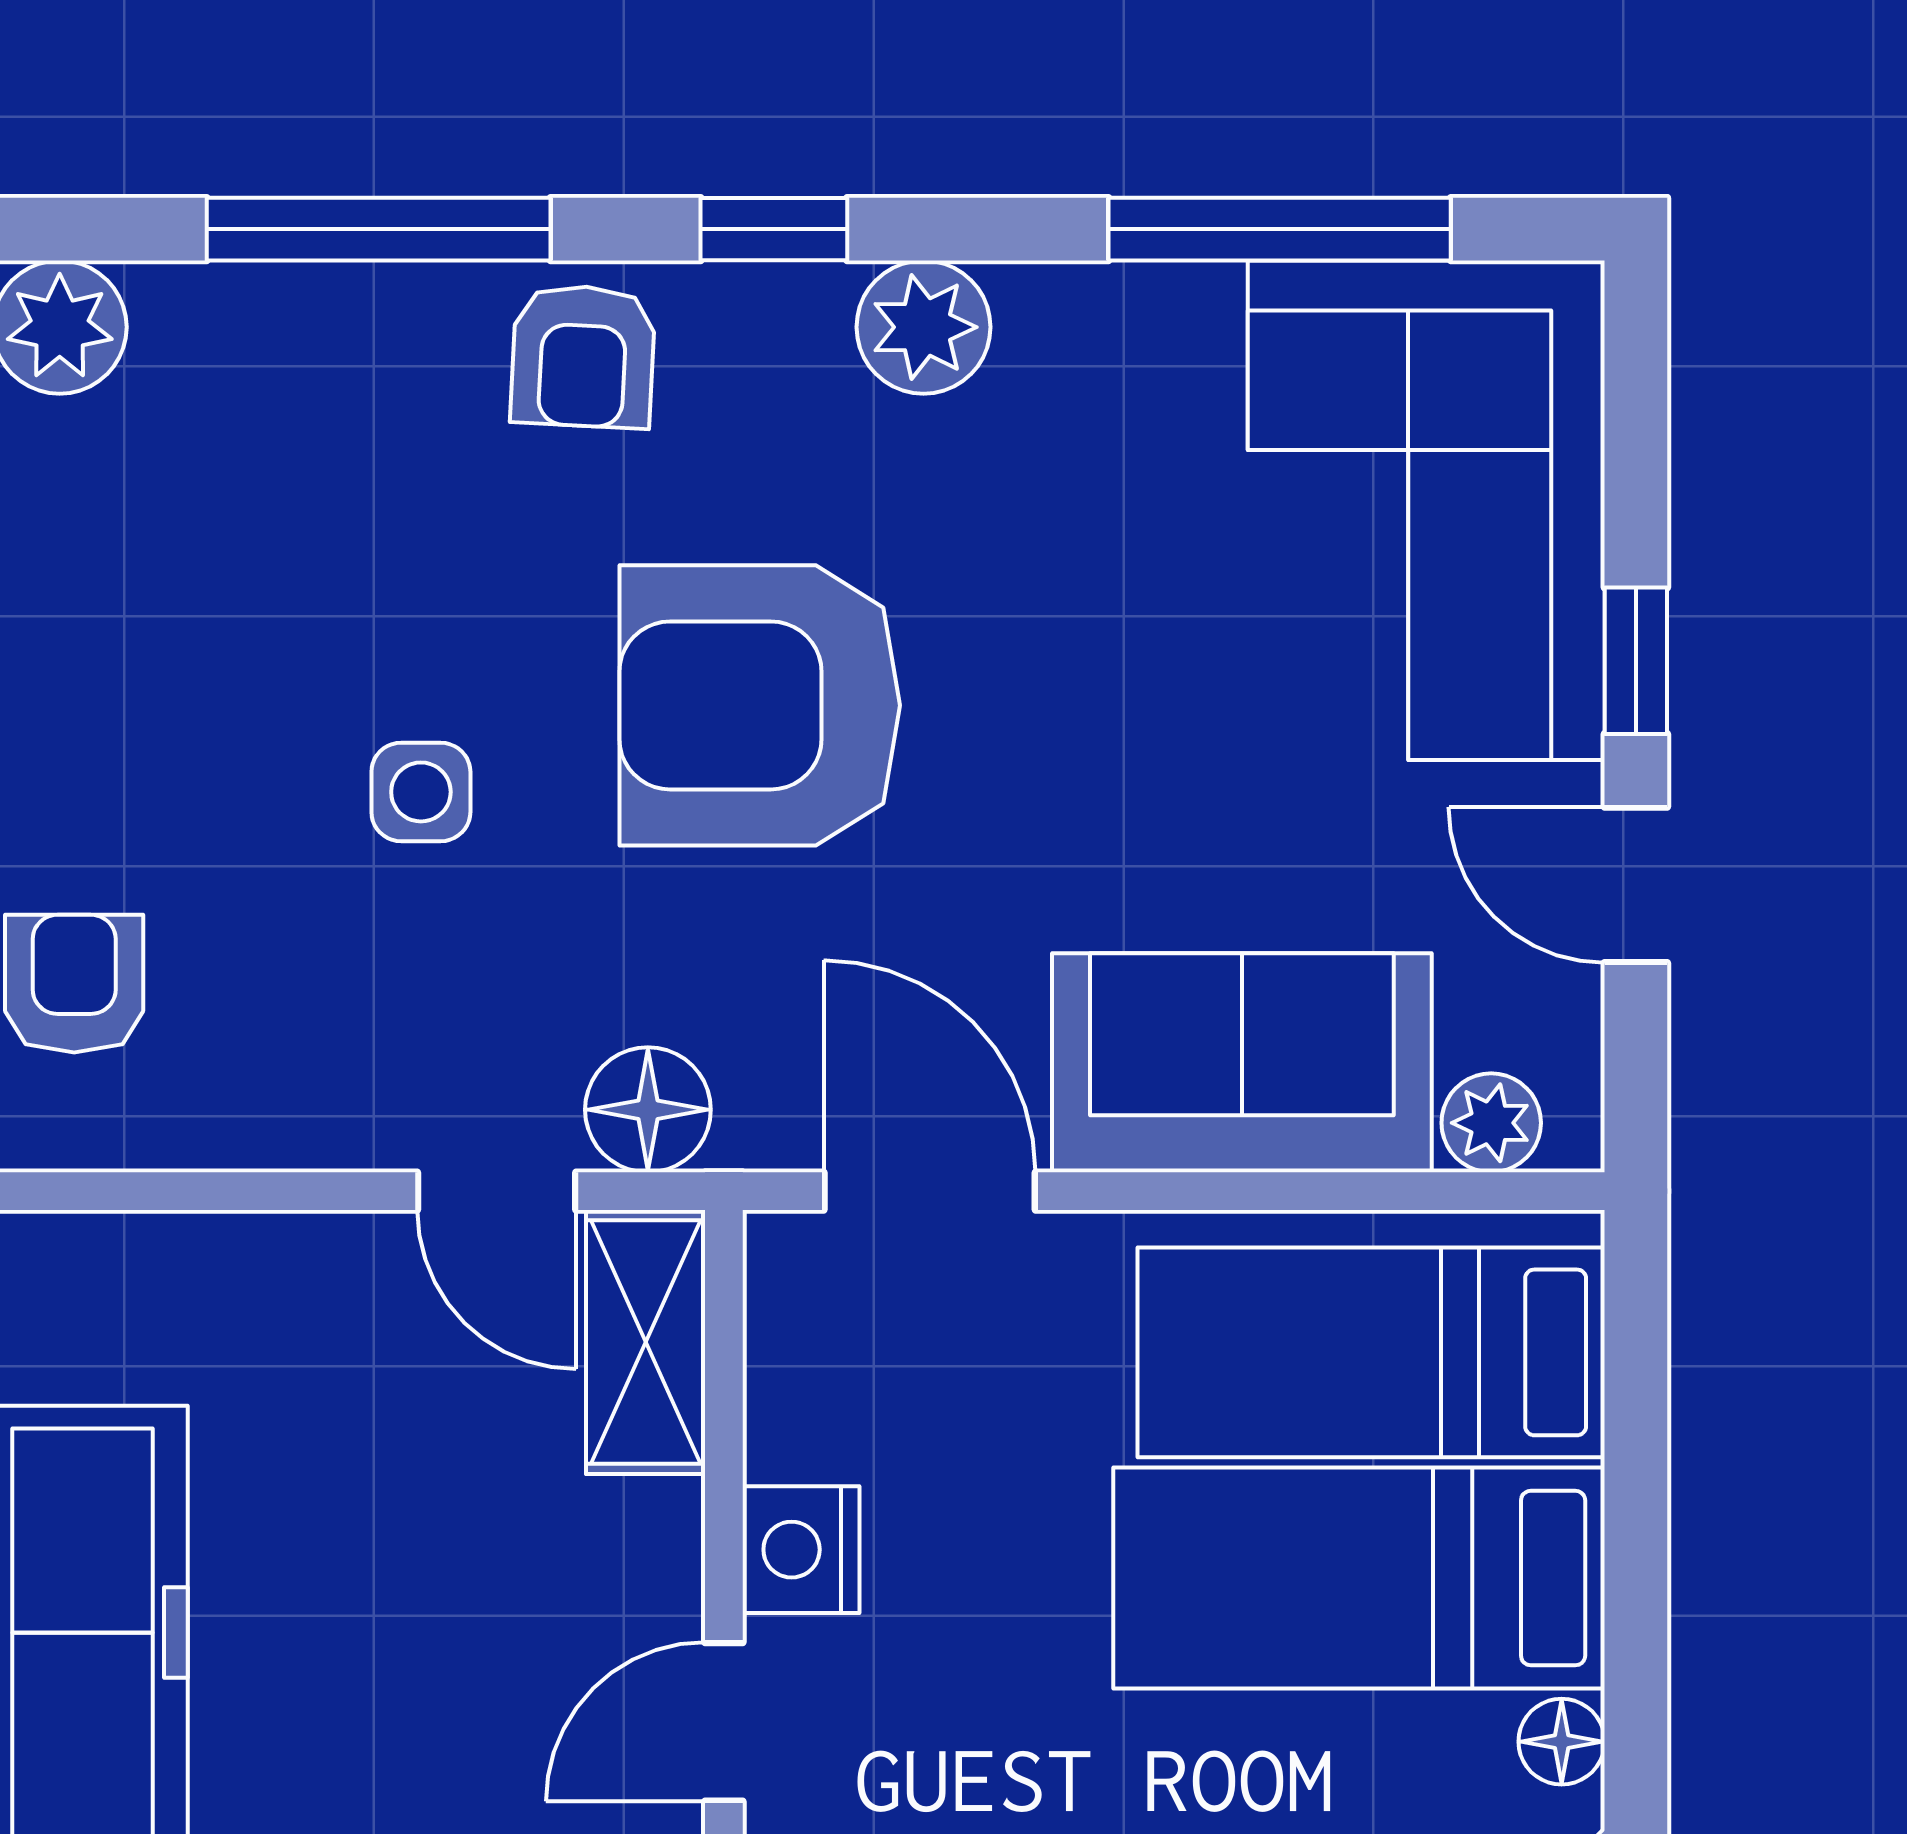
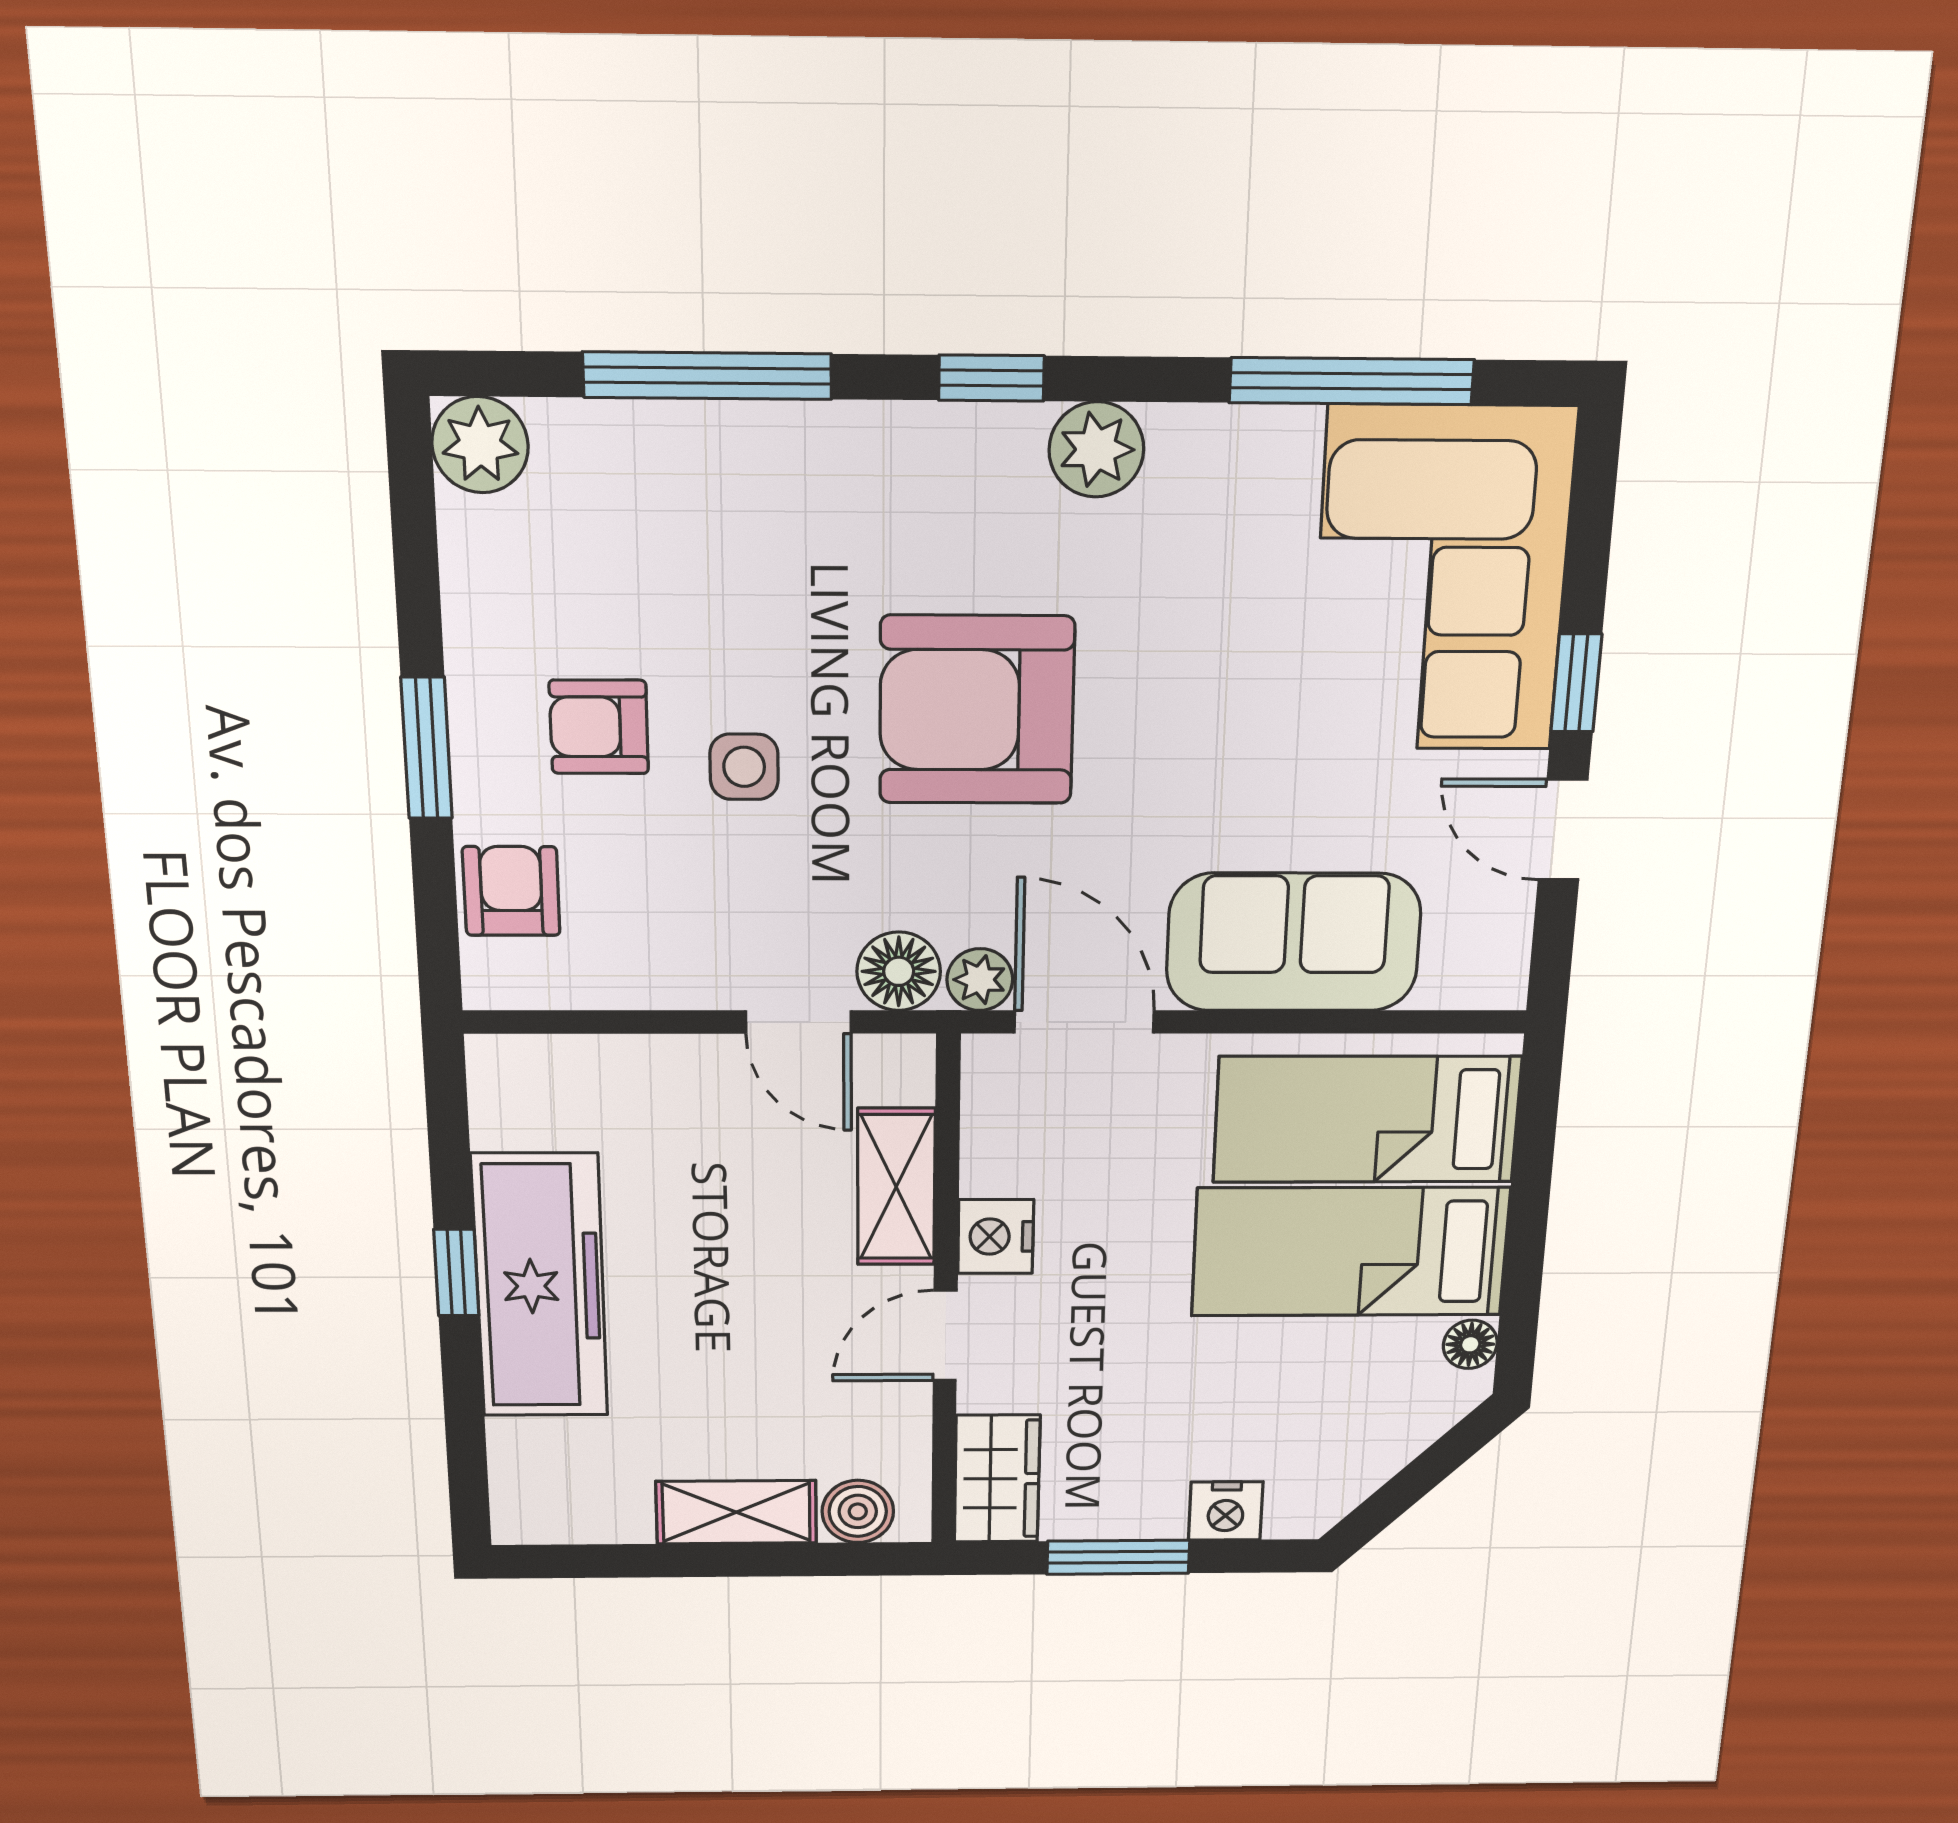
armchair: (583, 356) -> (599, 727), moved, turned 87
plant: (1491, 1123) -> (980, 980), moved
shelving: (646, 1342) -> (896, 1187), moved

